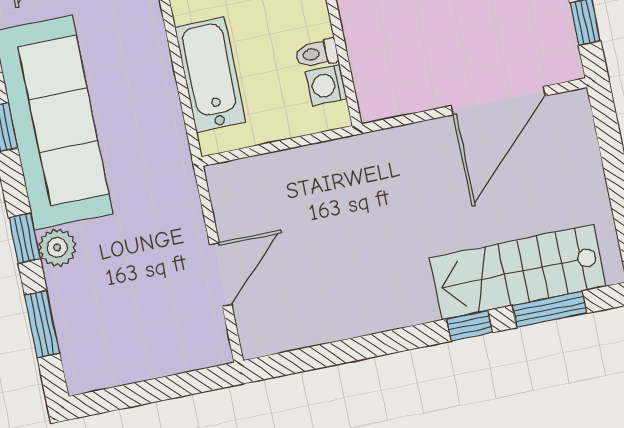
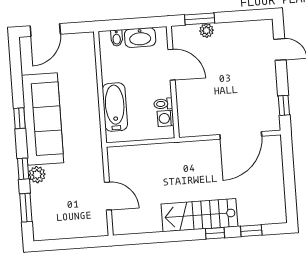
stairs: (518, 272) -> (199, 215), moved
door: (221, 274) -> (108, 196), hinge flipped
window: (549, 309) -> (251, 231), width x0.67

